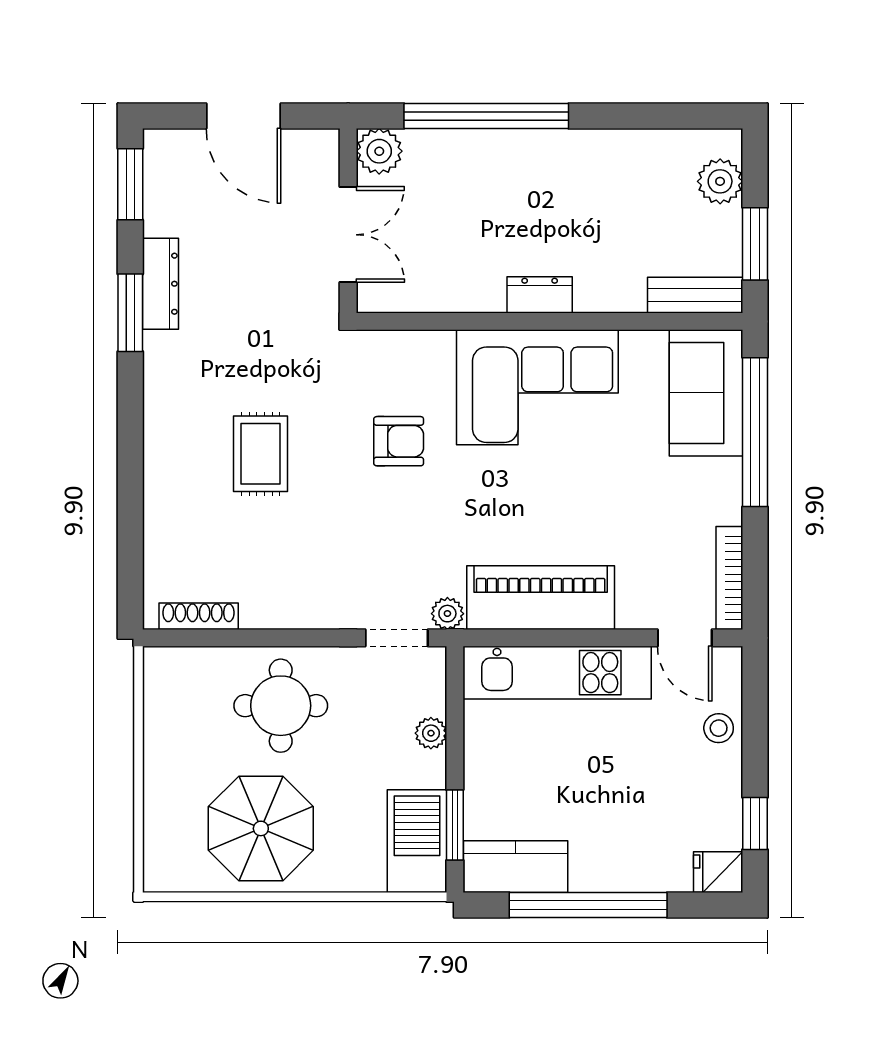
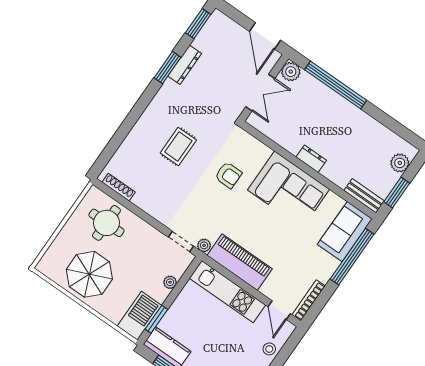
door: (243, 116) -> (265, 36), moved
round table: (281, 706) -> (106, 223), moved

